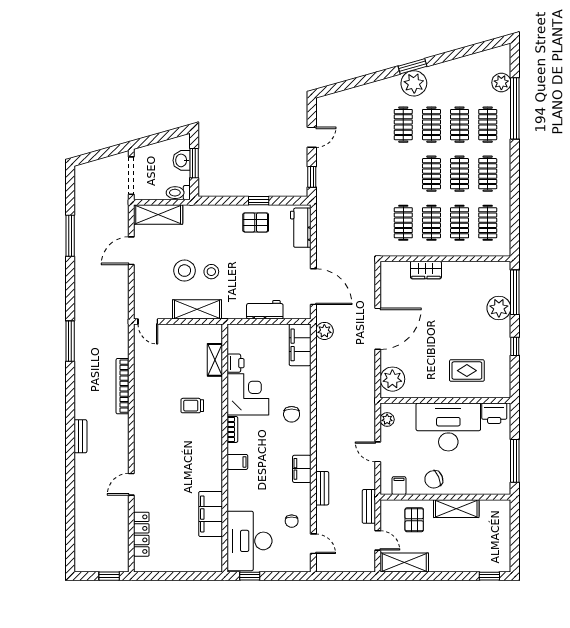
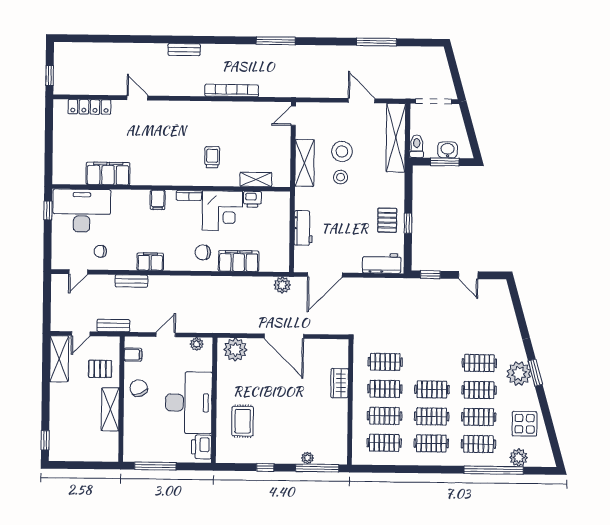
display table: (466, 77) -> (525, 424), added
shelving: (158, 215) -> (396, 138), width x1.47
plant: (499, 308) -> (308, 458), width x0.53, depth x0.53
filing cabinet: (300, 345) -> (239, 261), moved

